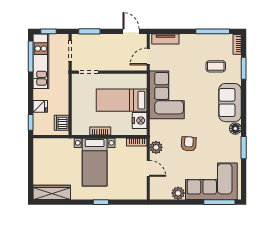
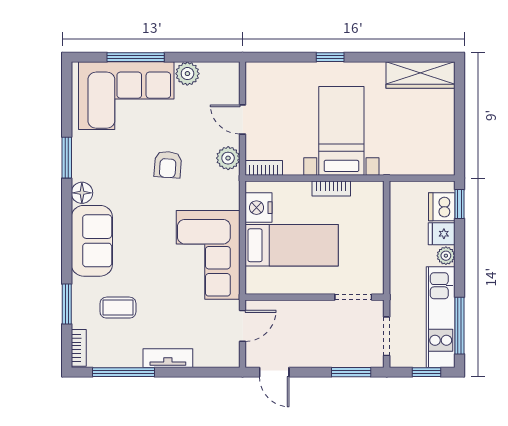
tv unit: (165, 39) -> (168, 358), moved
plant: (38, 94) -> (446, 256), added
dishwasher: (61, 123) -> (442, 207), moved, turned 180
window: (219, 202) -> (136, 57), moved

